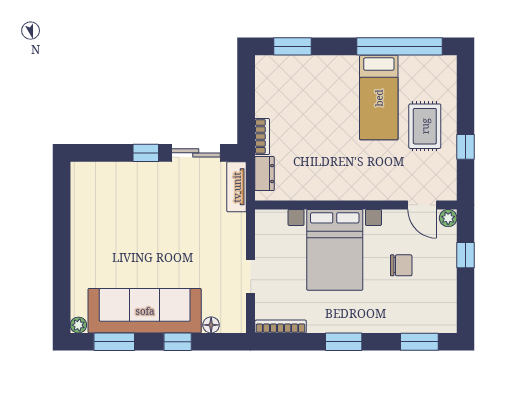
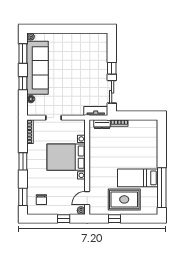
window: (293, 46) -> (162, 137), removed
rug: (425, 126) -> (124, 199), width x1.36, depth x1.43
chair: (401, 265) -> (41, 200), moved

